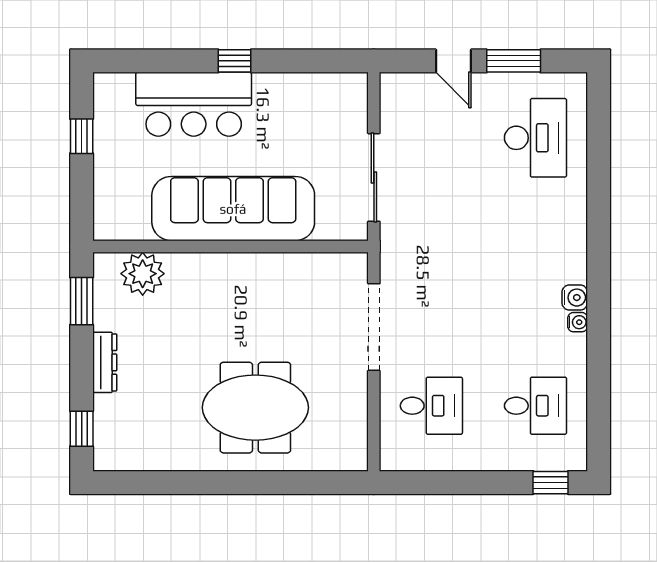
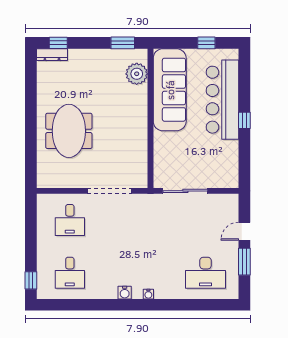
bar counter: (194, 104) -> (223, 100), width x1.36
sofa: (233, 209) -> (170, 90), moved
water cooler: (578, 322) -> (148, 294), moved
dresser: (105, 362) -> (52, 55), moved

